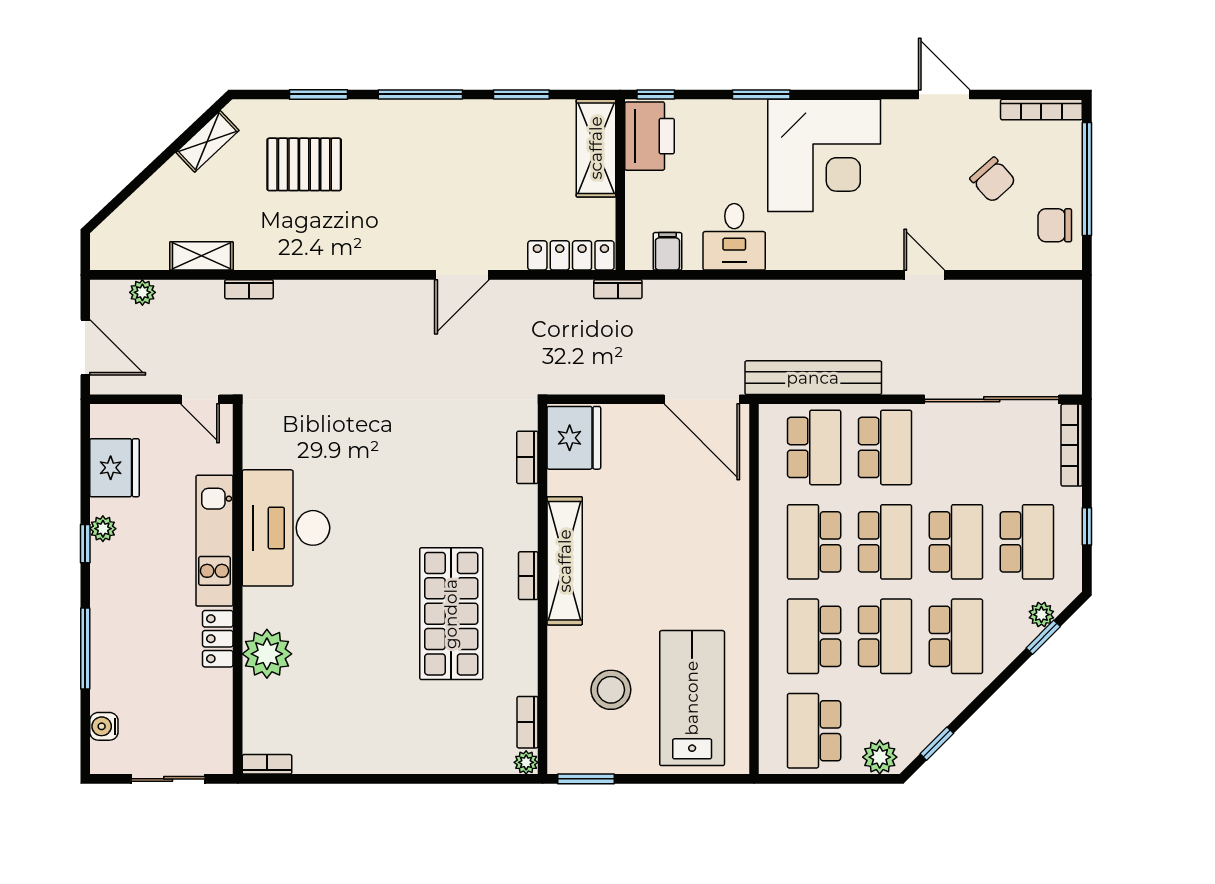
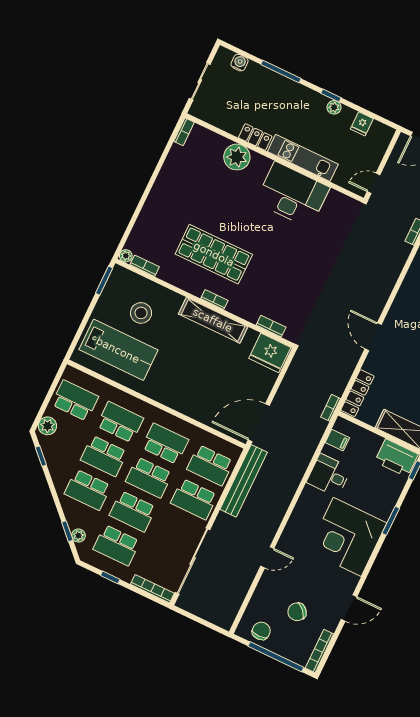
fridge: (115, 468) -> (362, 124), width x0.53, depth x0.75

